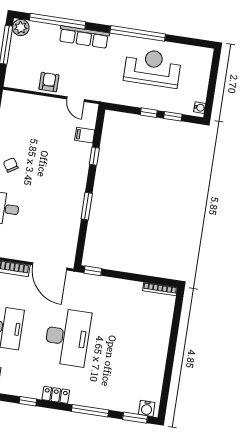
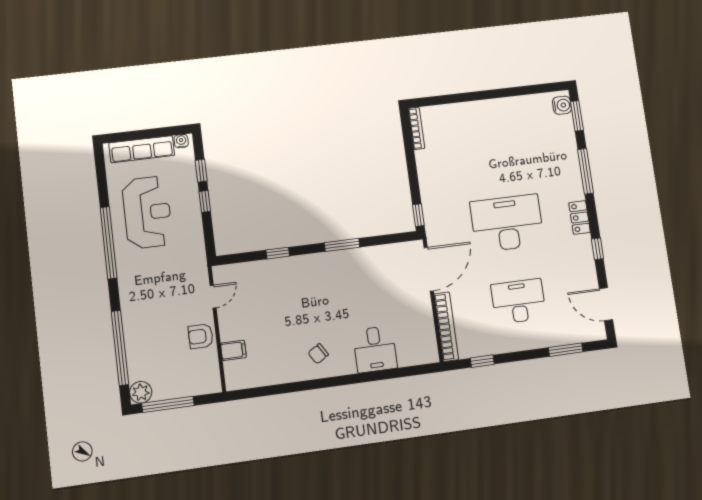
row of seats: (84, 37) -> (142, 149), moved, turned 90
reception desk: (152, 68) -> (147, 212), turned 180
filing cabinet: (85, 135) -> (233, 350), moved, turned -90

